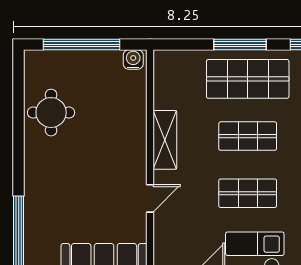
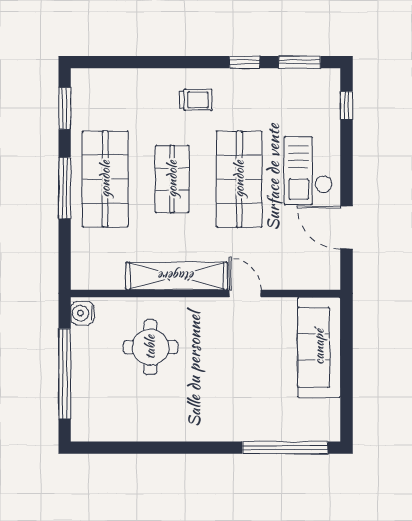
round table: (51, 113) -> (150, 347), moved
shelving: (165, 140) -> (177, 276), width x1.47
shop shelf: (248, 193) -> (239, 179), width x1.43, depth x1.36

